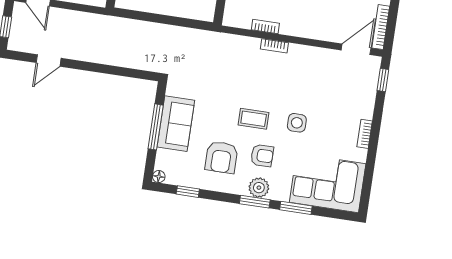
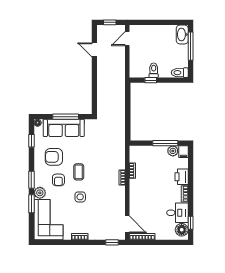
sofa: (176, 124) -> (64, 128), width x1.36
plant: (259, 188) -> (40, 193), moved

